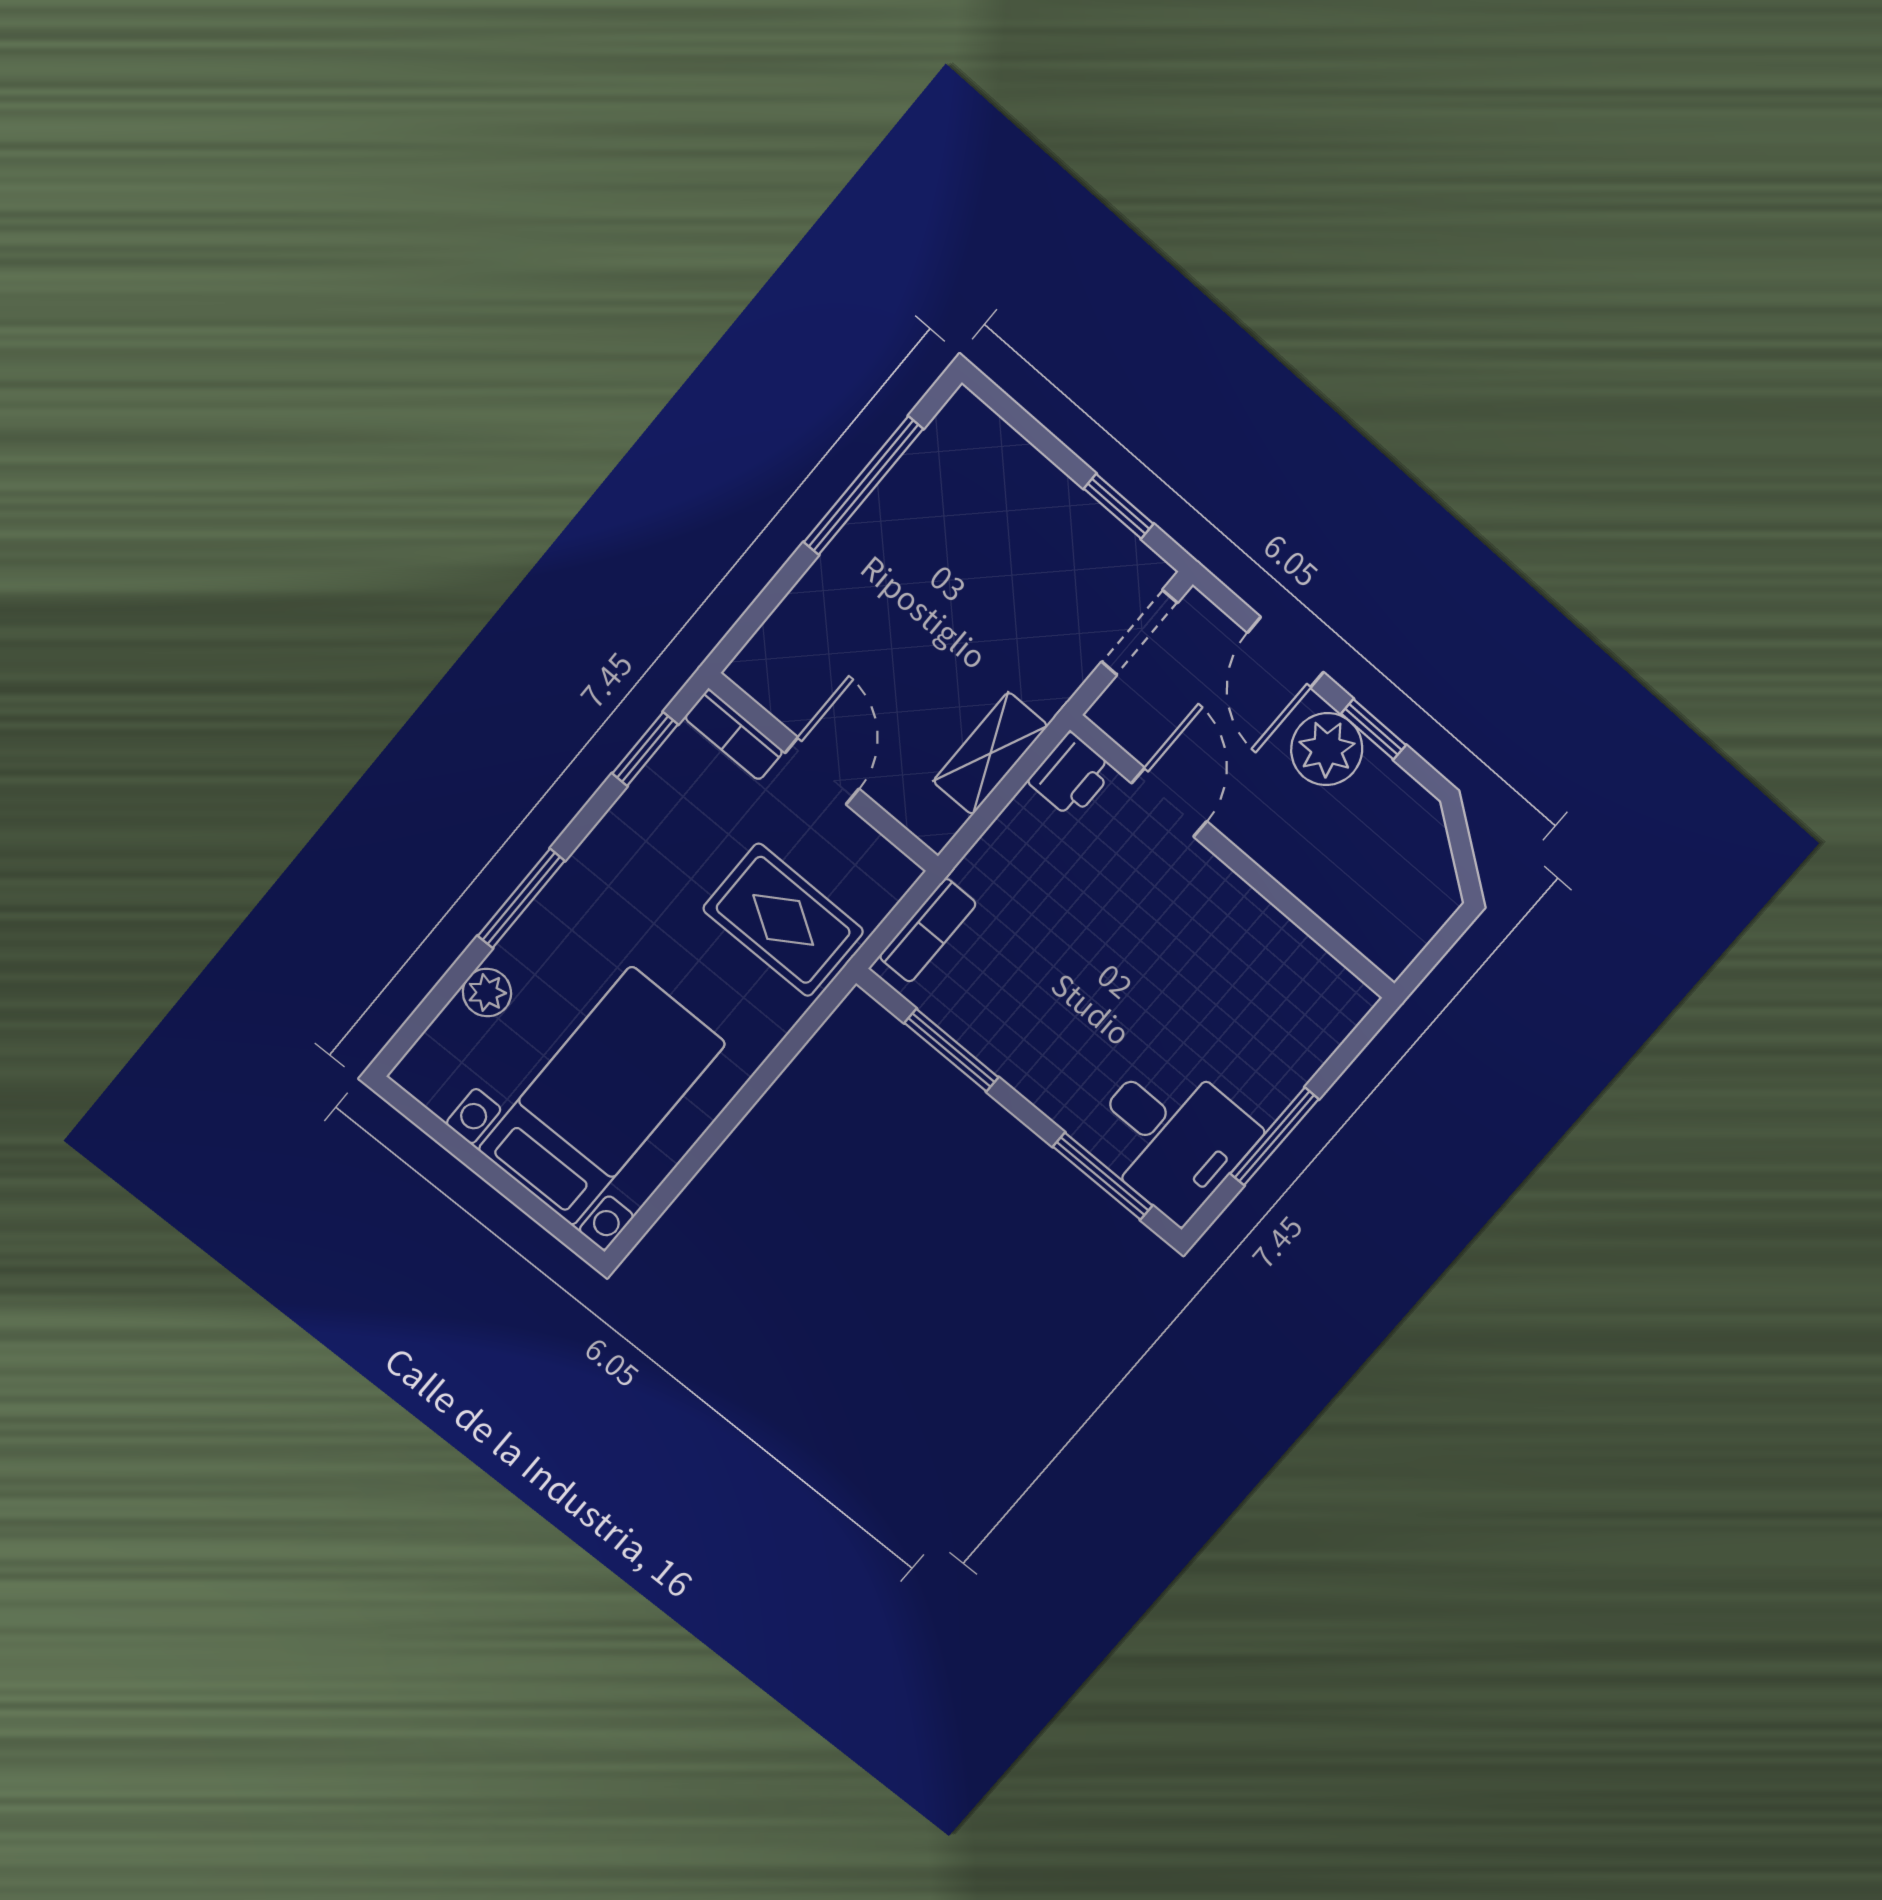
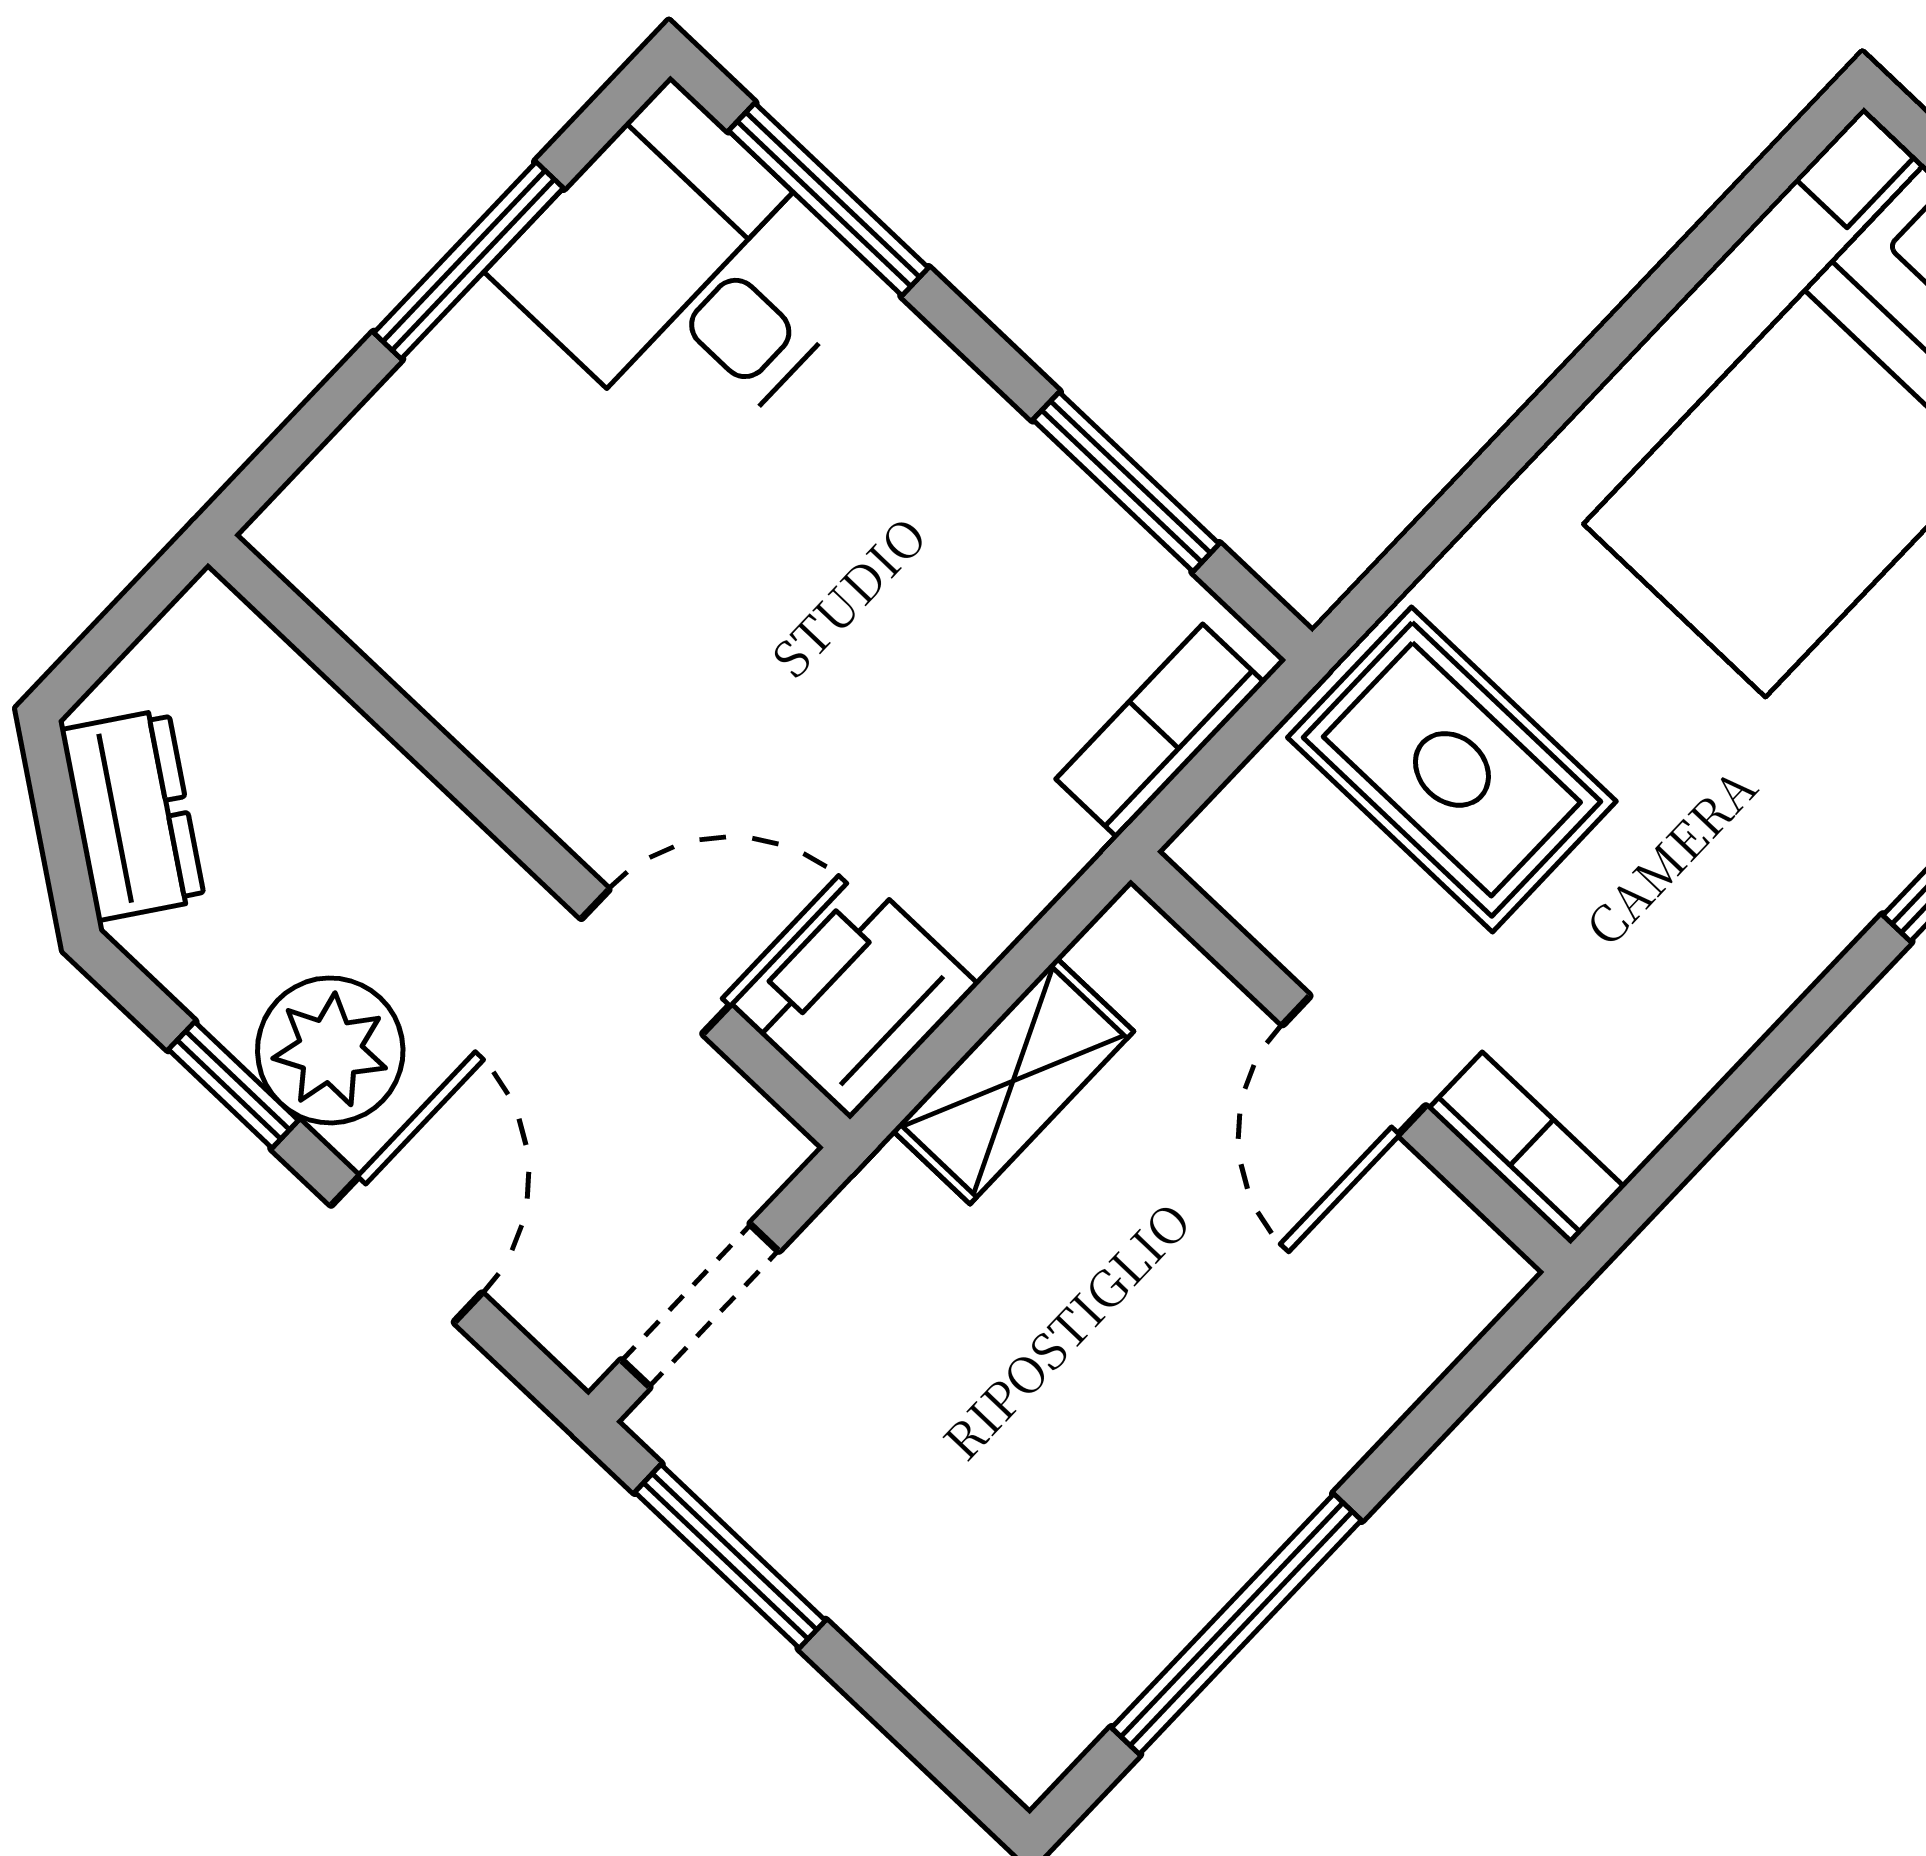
window: (1119, 506) -> (730, 1556), width x1.50
window: (645, 749) -> (1706, 1130), removed
printer: (1071, 775) -> (858, 999), width x1.36, depth x1.24
door: (1169, 802) -> (656, 962), swing flipped
dresser: (1427, 859) -> (133, 815), added

